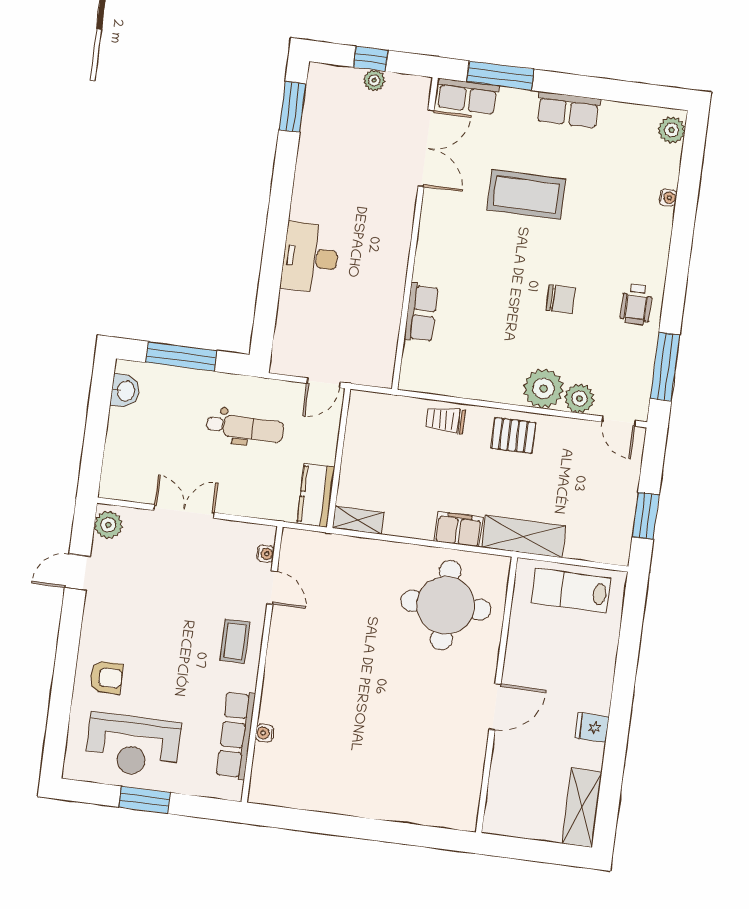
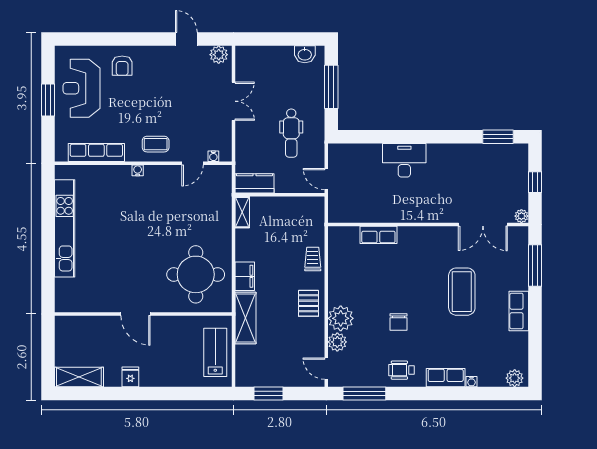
plant: (374, 80) -> (521, 216), moved
row of seats: (467, 96) -> (446, 378), moved, turned 90
door: (619, 421) -> (326, 369), hinge flipped
water cooler: (264, 733) -> (138, 170), moved
kitchen unit: (347, 800) -> (65, 228), added

